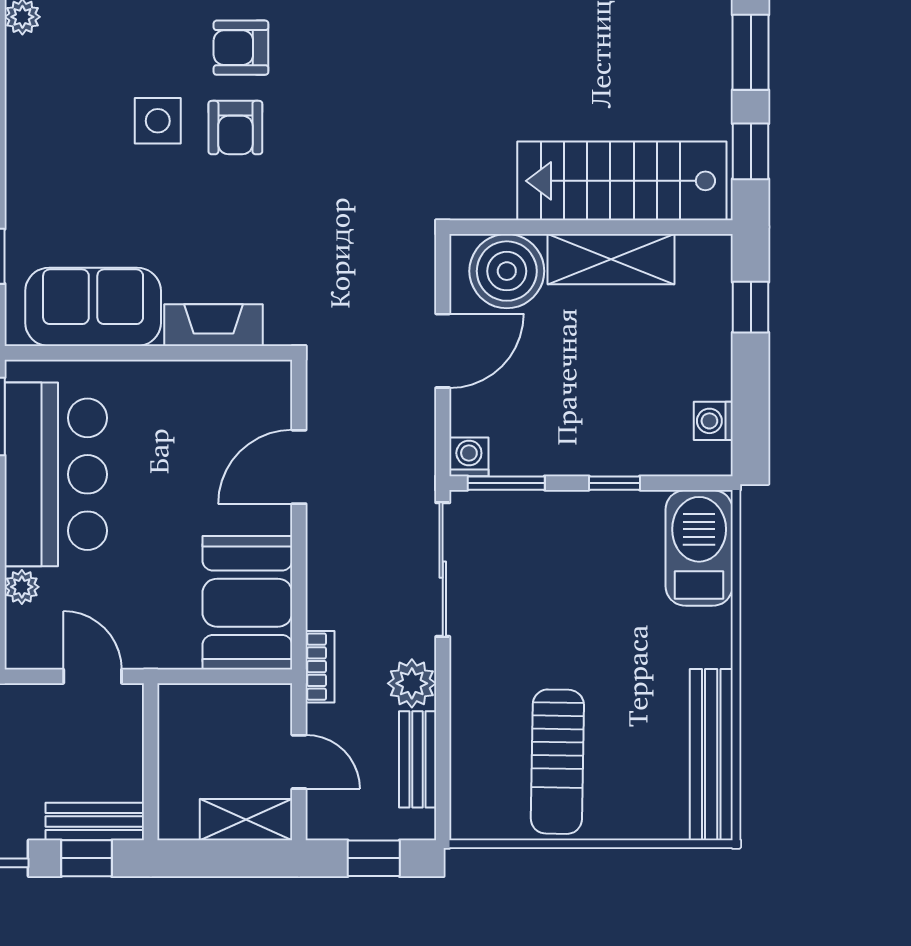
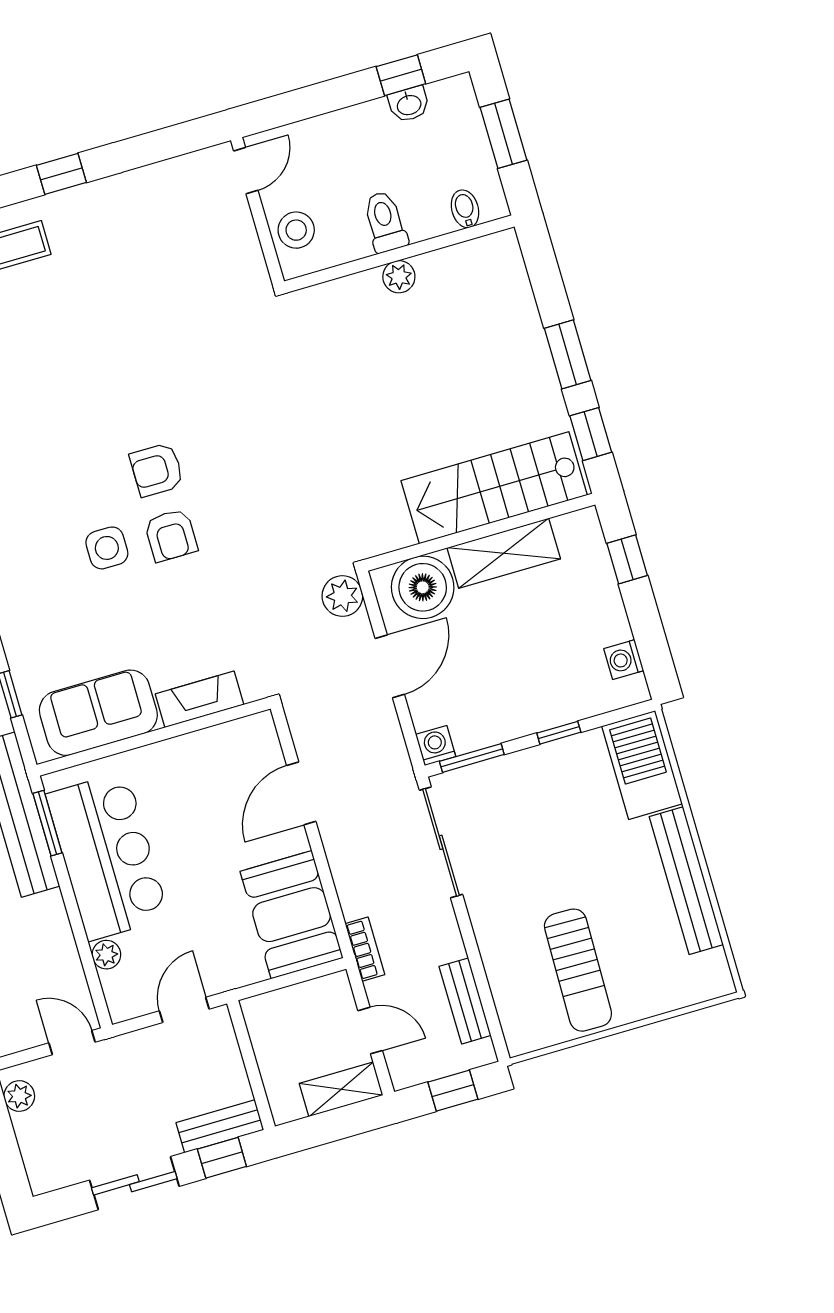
door: (93, 676) -> (184, 1010), hinge flipped
plant: (412, 683) -> (342, 596), moved
bench: (711, 755) -> (686, 881), moved

